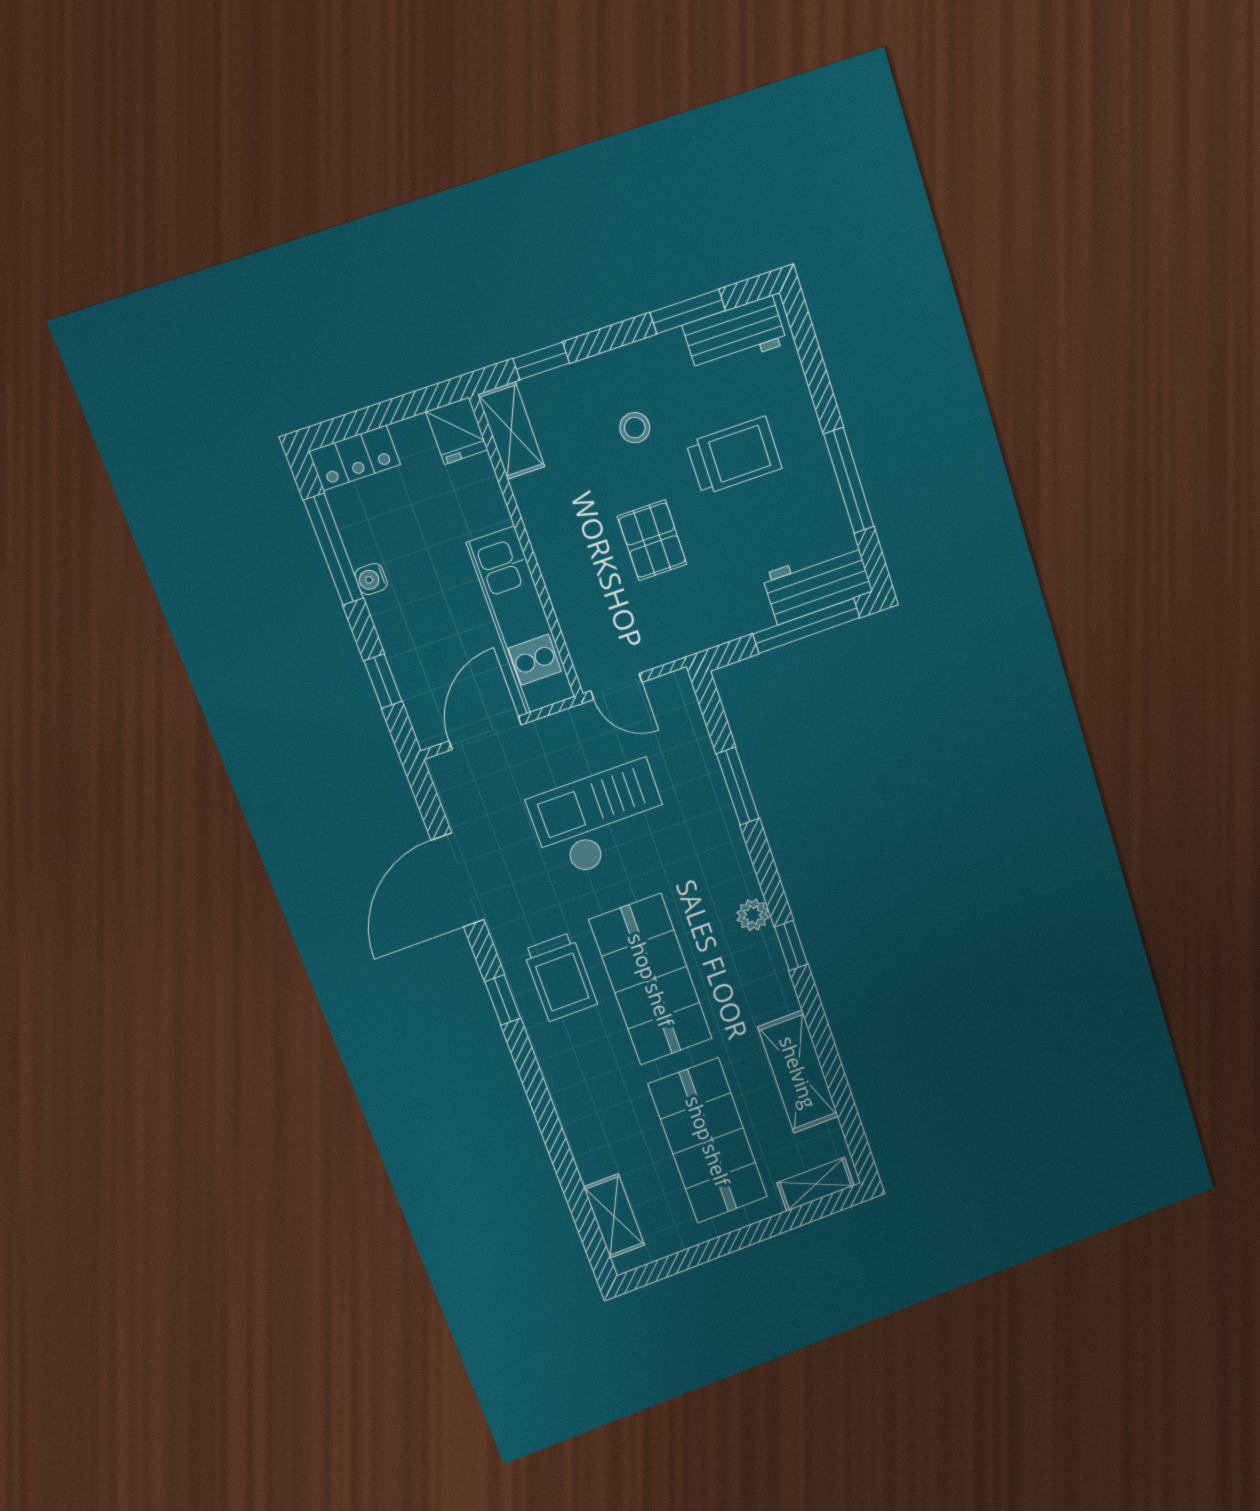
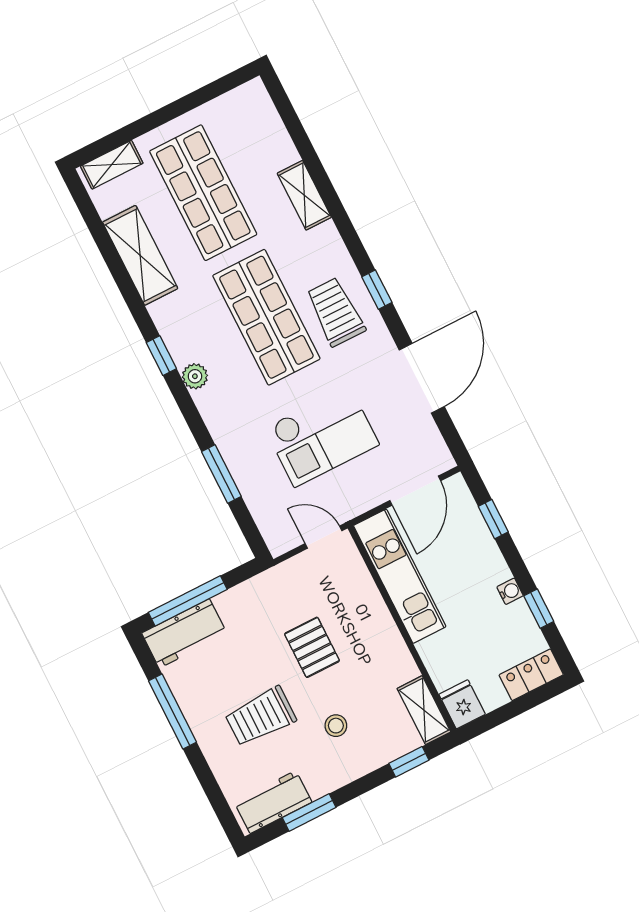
window: (334, 549) -> (539, 609), width x0.46
shelving: (614, 1216) -> (304, 195), moved

